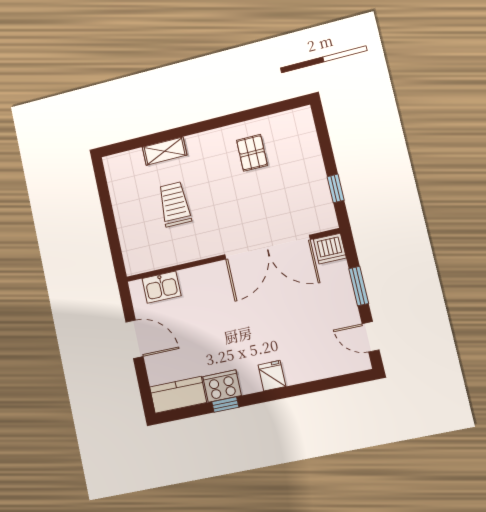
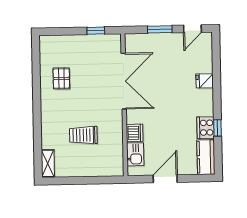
shelving: (165, 151) -> (48, 163), moved
pallet: (252, 153) -> (61, 78), turned 90
dishwasher: (330, 249) -> (135, 133), moved
fridge: (272, 376) -> (205, 81), moved

